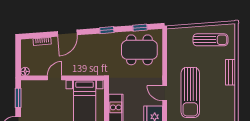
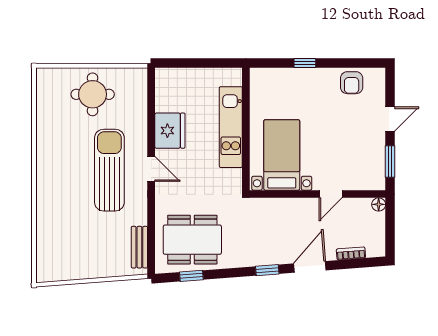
window: (107, 30) -> (267, 270), moved
sun lounger: (210, 40) -> (76, 256), removed
bench: (230, 72) -> (139, 247), moved

